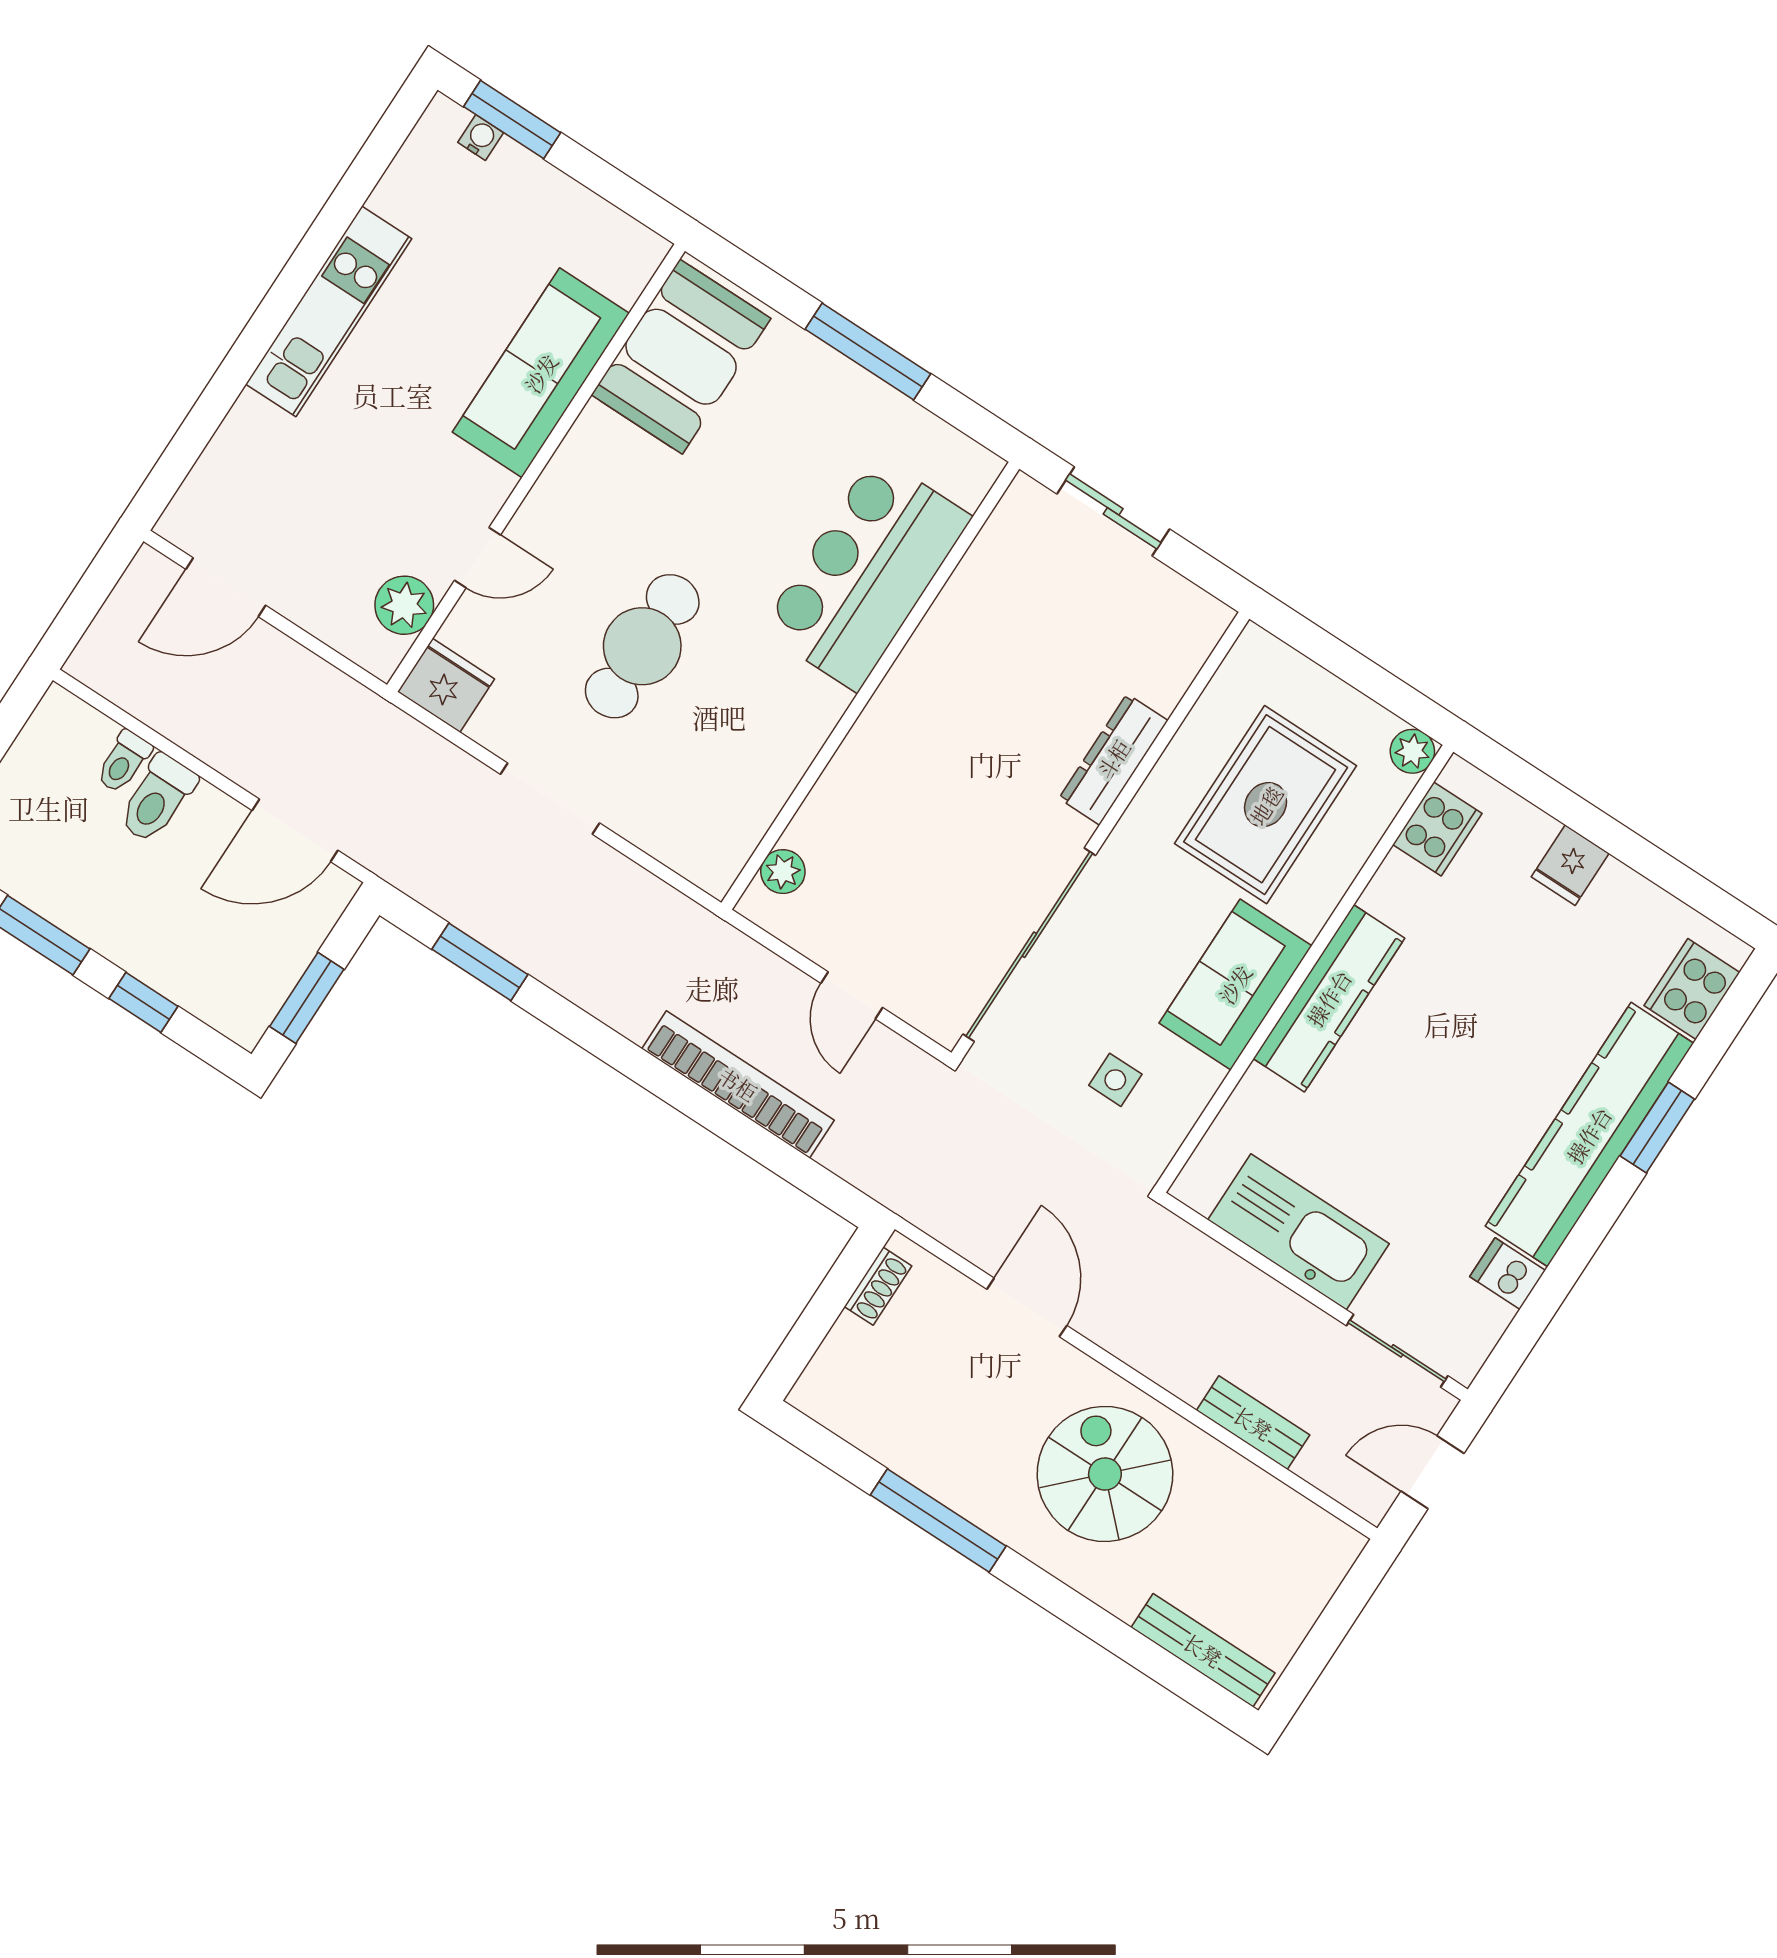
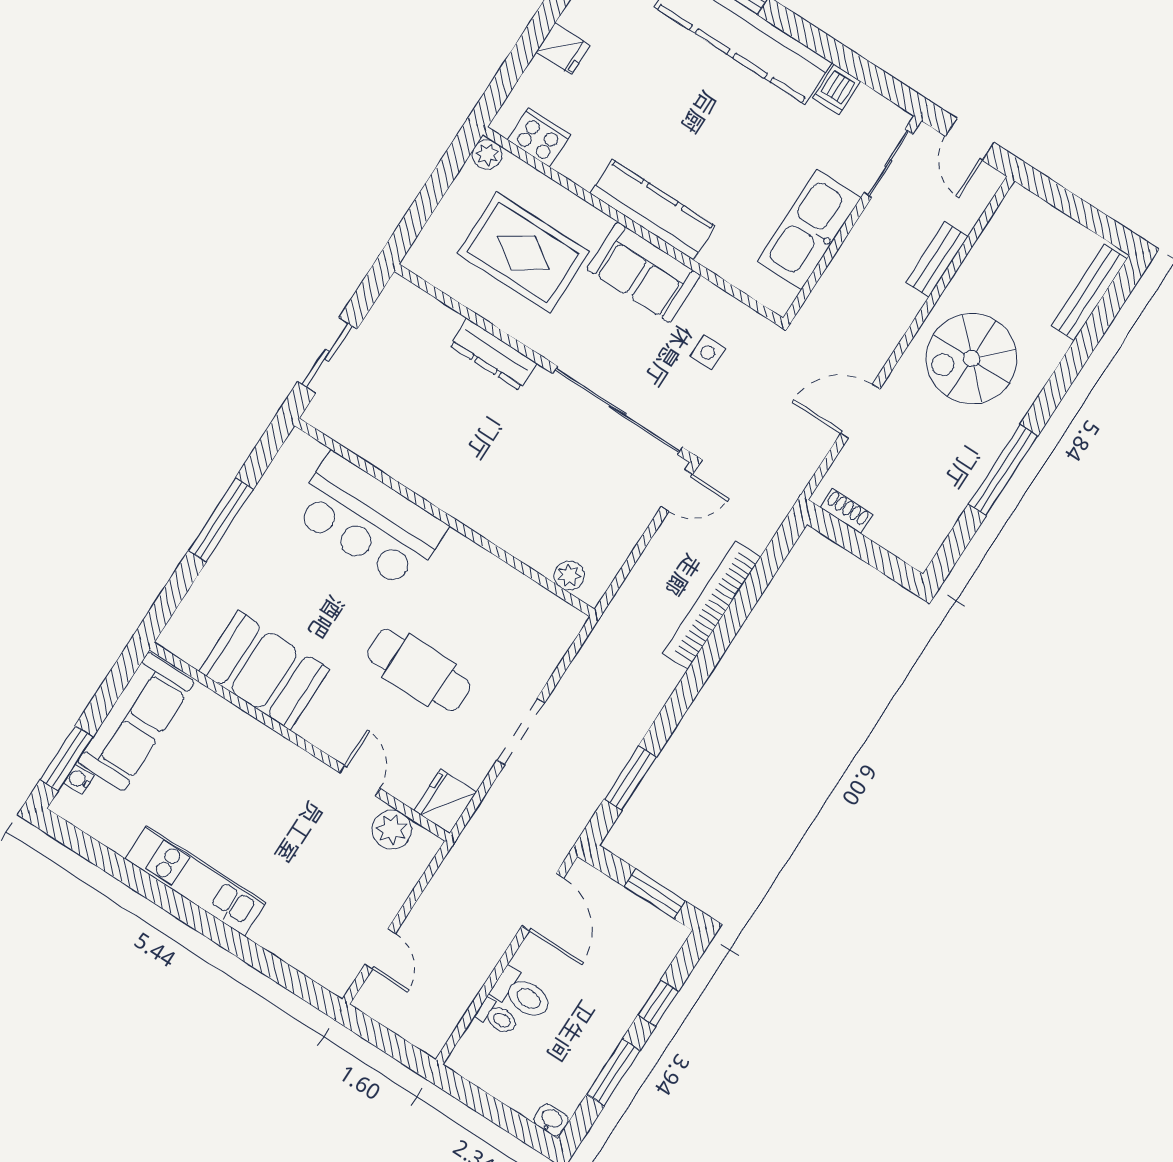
booth: (681, 357) -> (264, 670), moved
sofa: (541, 373) -> (136, 722), moved, turned -90
door: (226, 587) -> (380, 949), width x0.73
door: (852, 995) -> (677, 491), moved

